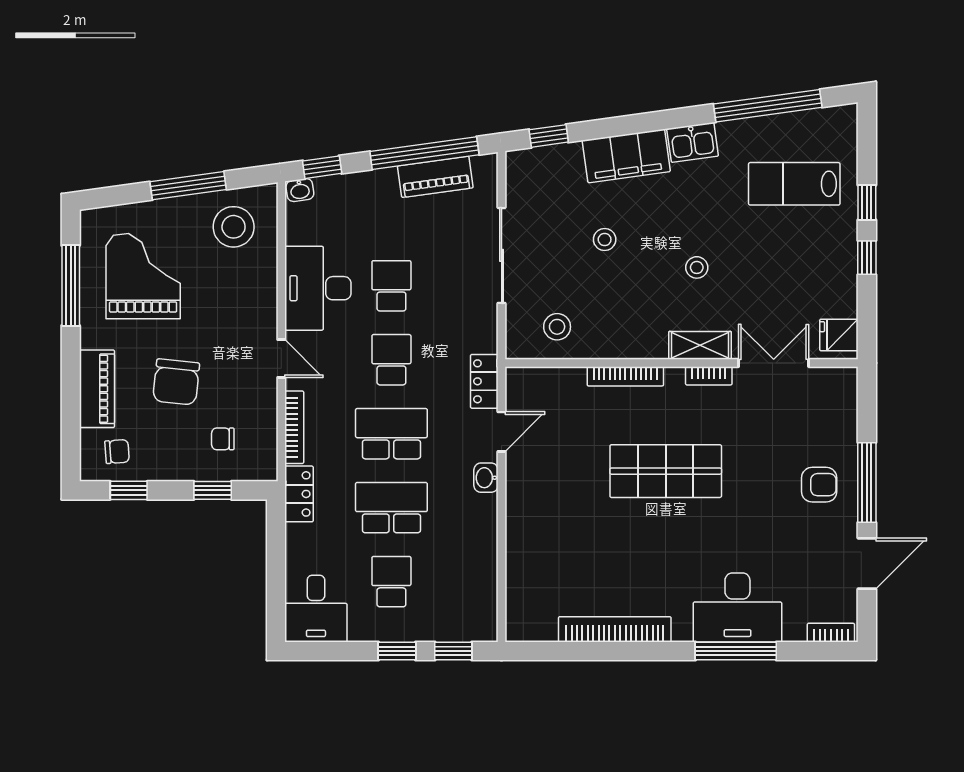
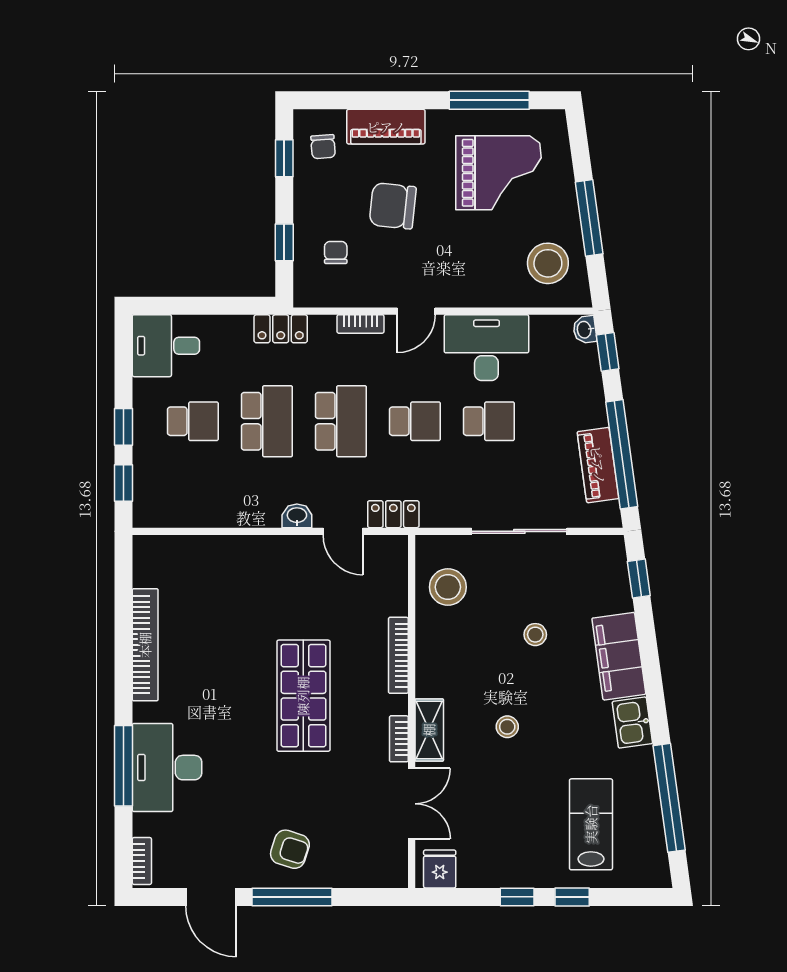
stool: (557, 327) -> (448, 587), width x1.38, depth x1.38
bookcase: (294, 427) -> (360, 324), width x0.64
armchair: (819, 485) -> (290, 849), turned -72

